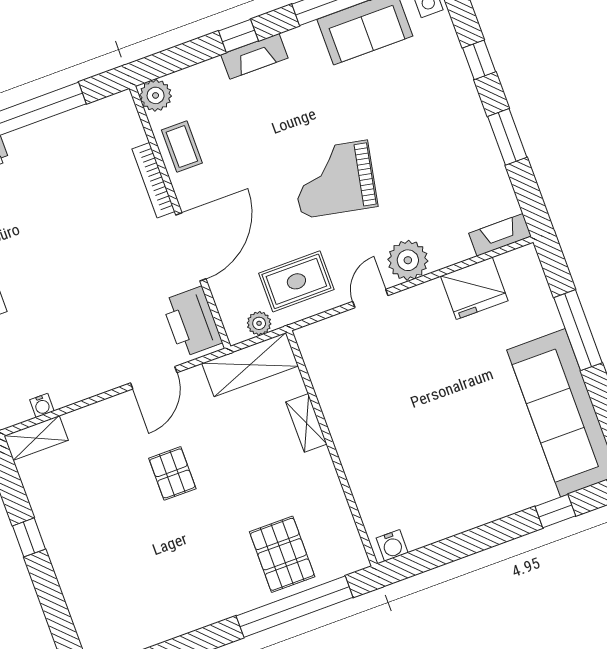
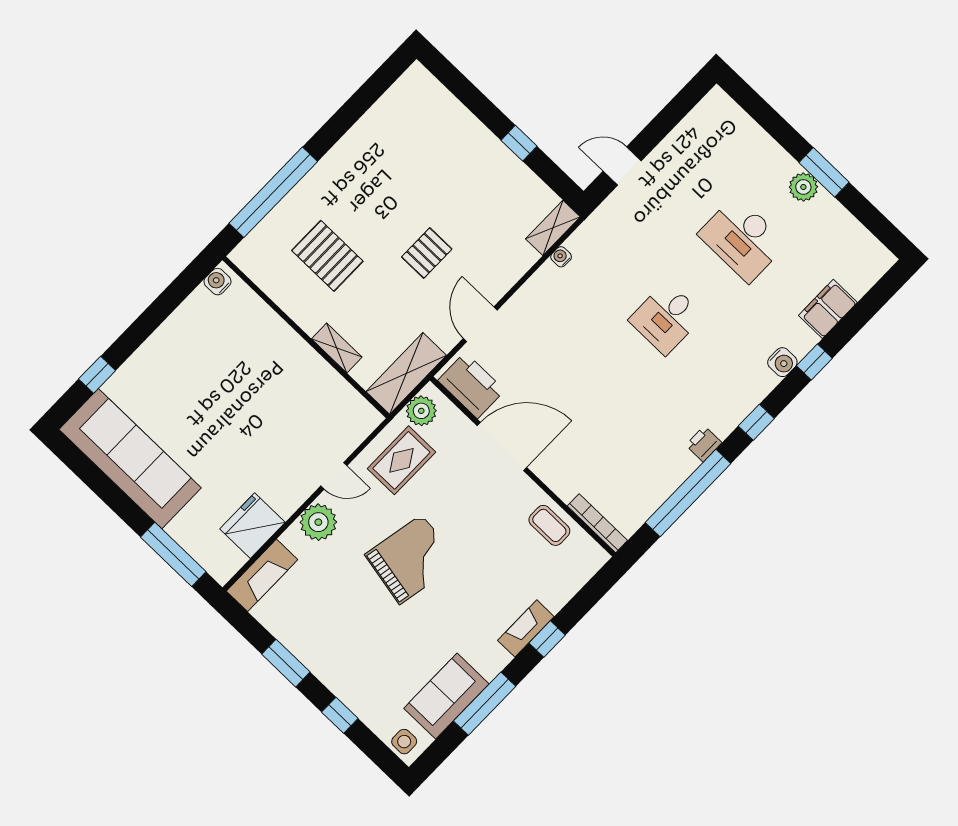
plant: (156, 95) -> (591, 557), removed
bookcase: (153, 180) -> (597, 523), moved
fireplace: (500, 235) -> (262, 575), width x1.37, depth x1.32
door: (191, 247) -> (502, 447), swing flipped
door: (370, 298) -> (334, 476), hinge flipped
plant: (259, 323) -> (421, 411), width x1.38, depth x1.38
window: (578, 330) -> (173, 554), moved
pallet: (172, 473) -> (427, 253), turned 90
pallet: (282, 554) -> (327, 256), moved

